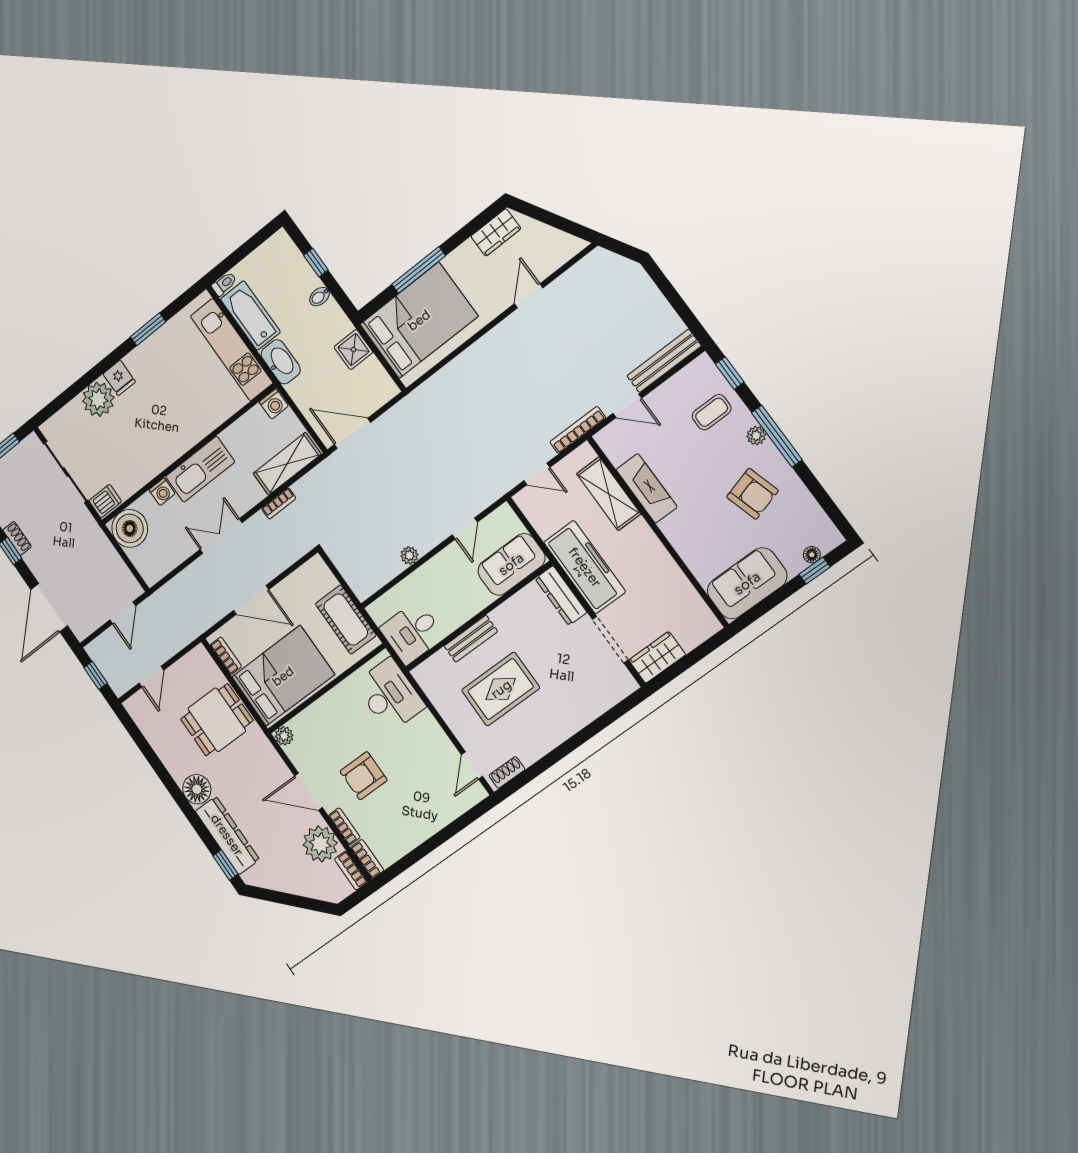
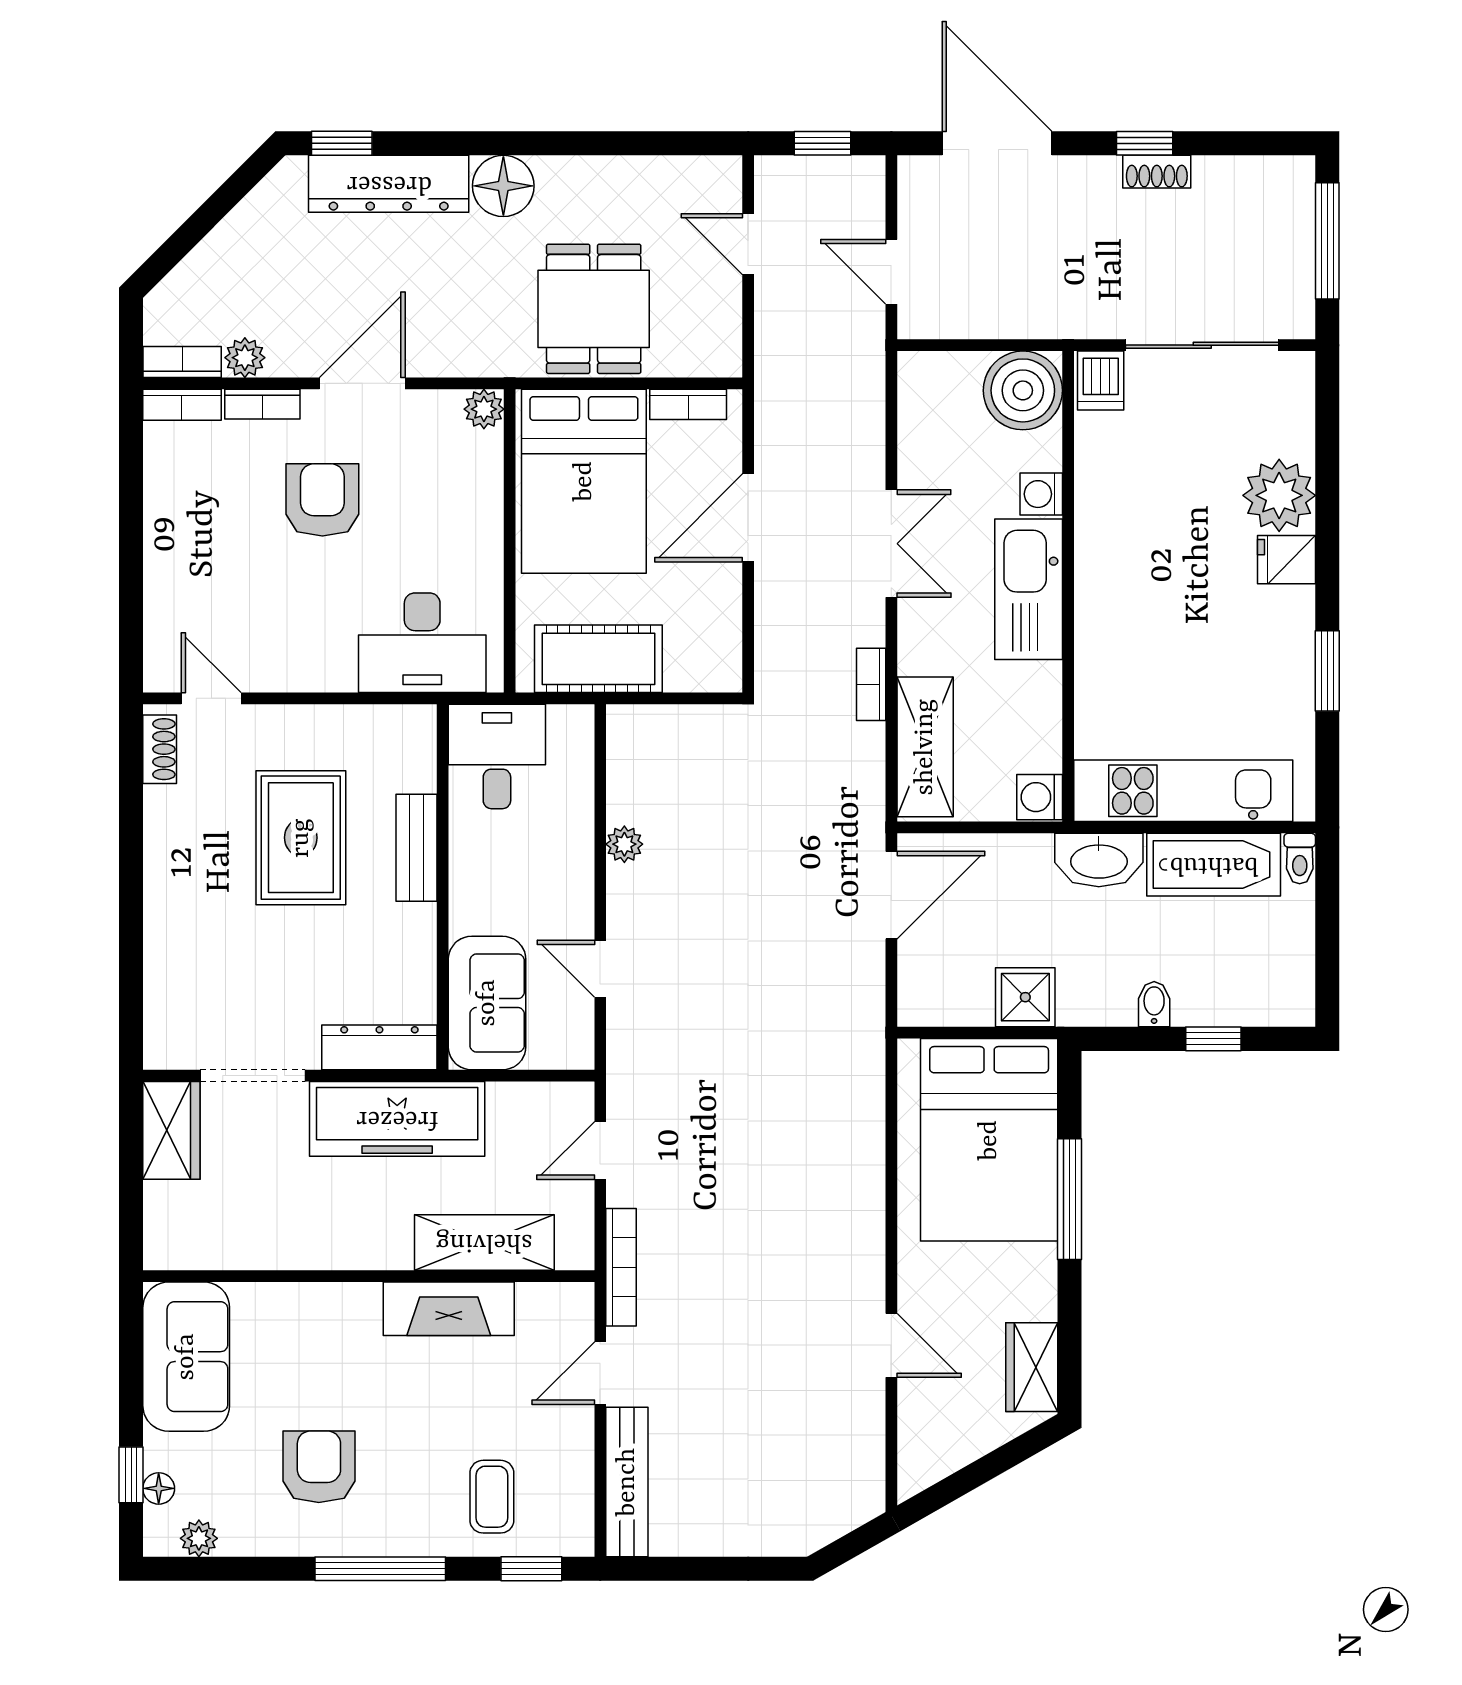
plant: (756, 436) -> (199, 1538), moved
armchair: (752, 494) -> (319, 1467), turned 106
plant: (320, 844) -> (245, 358), width x0.53, depth x0.53

